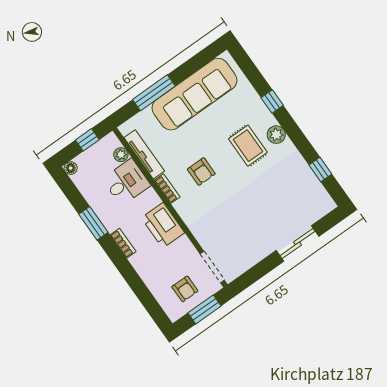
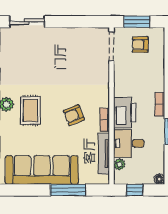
armchair: (201, 172) -> (74, 115), turned -112
printer: (163, 225) -> (125, 113), moved
sliding door: (298, 243) -> (27, 22), moved
armchair: (185, 289) -> (140, 45), turned -90

